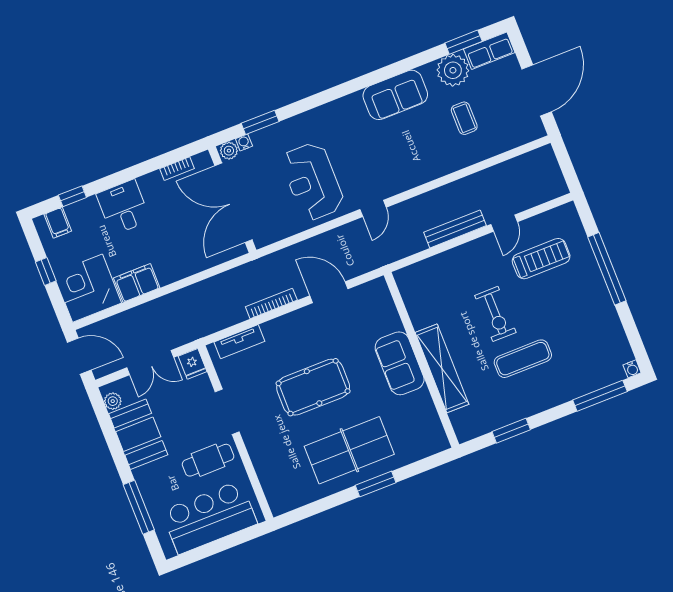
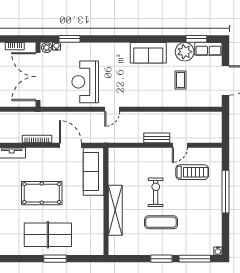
bench: (455, 229) -> (157, 138), width x0.73
exercise bike: (495, 314) -> (156, 192), turned 180
sofa: (400, 363) -> (93, 171), moved, width x1.36
window: (511, 431) -> (161, 259), moved

